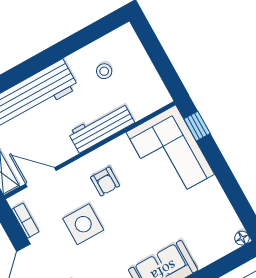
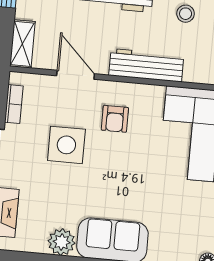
door: (41, 177) -> (76, 75), moved

